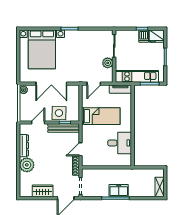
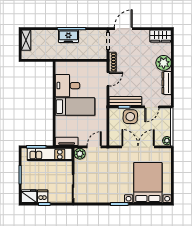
plant: (108, 63) -> (80, 154), moved
bed: (101, 116) -> (75, 107), moved, turned 180
wardrobe: (43, 191) -> (161, 36), moved

